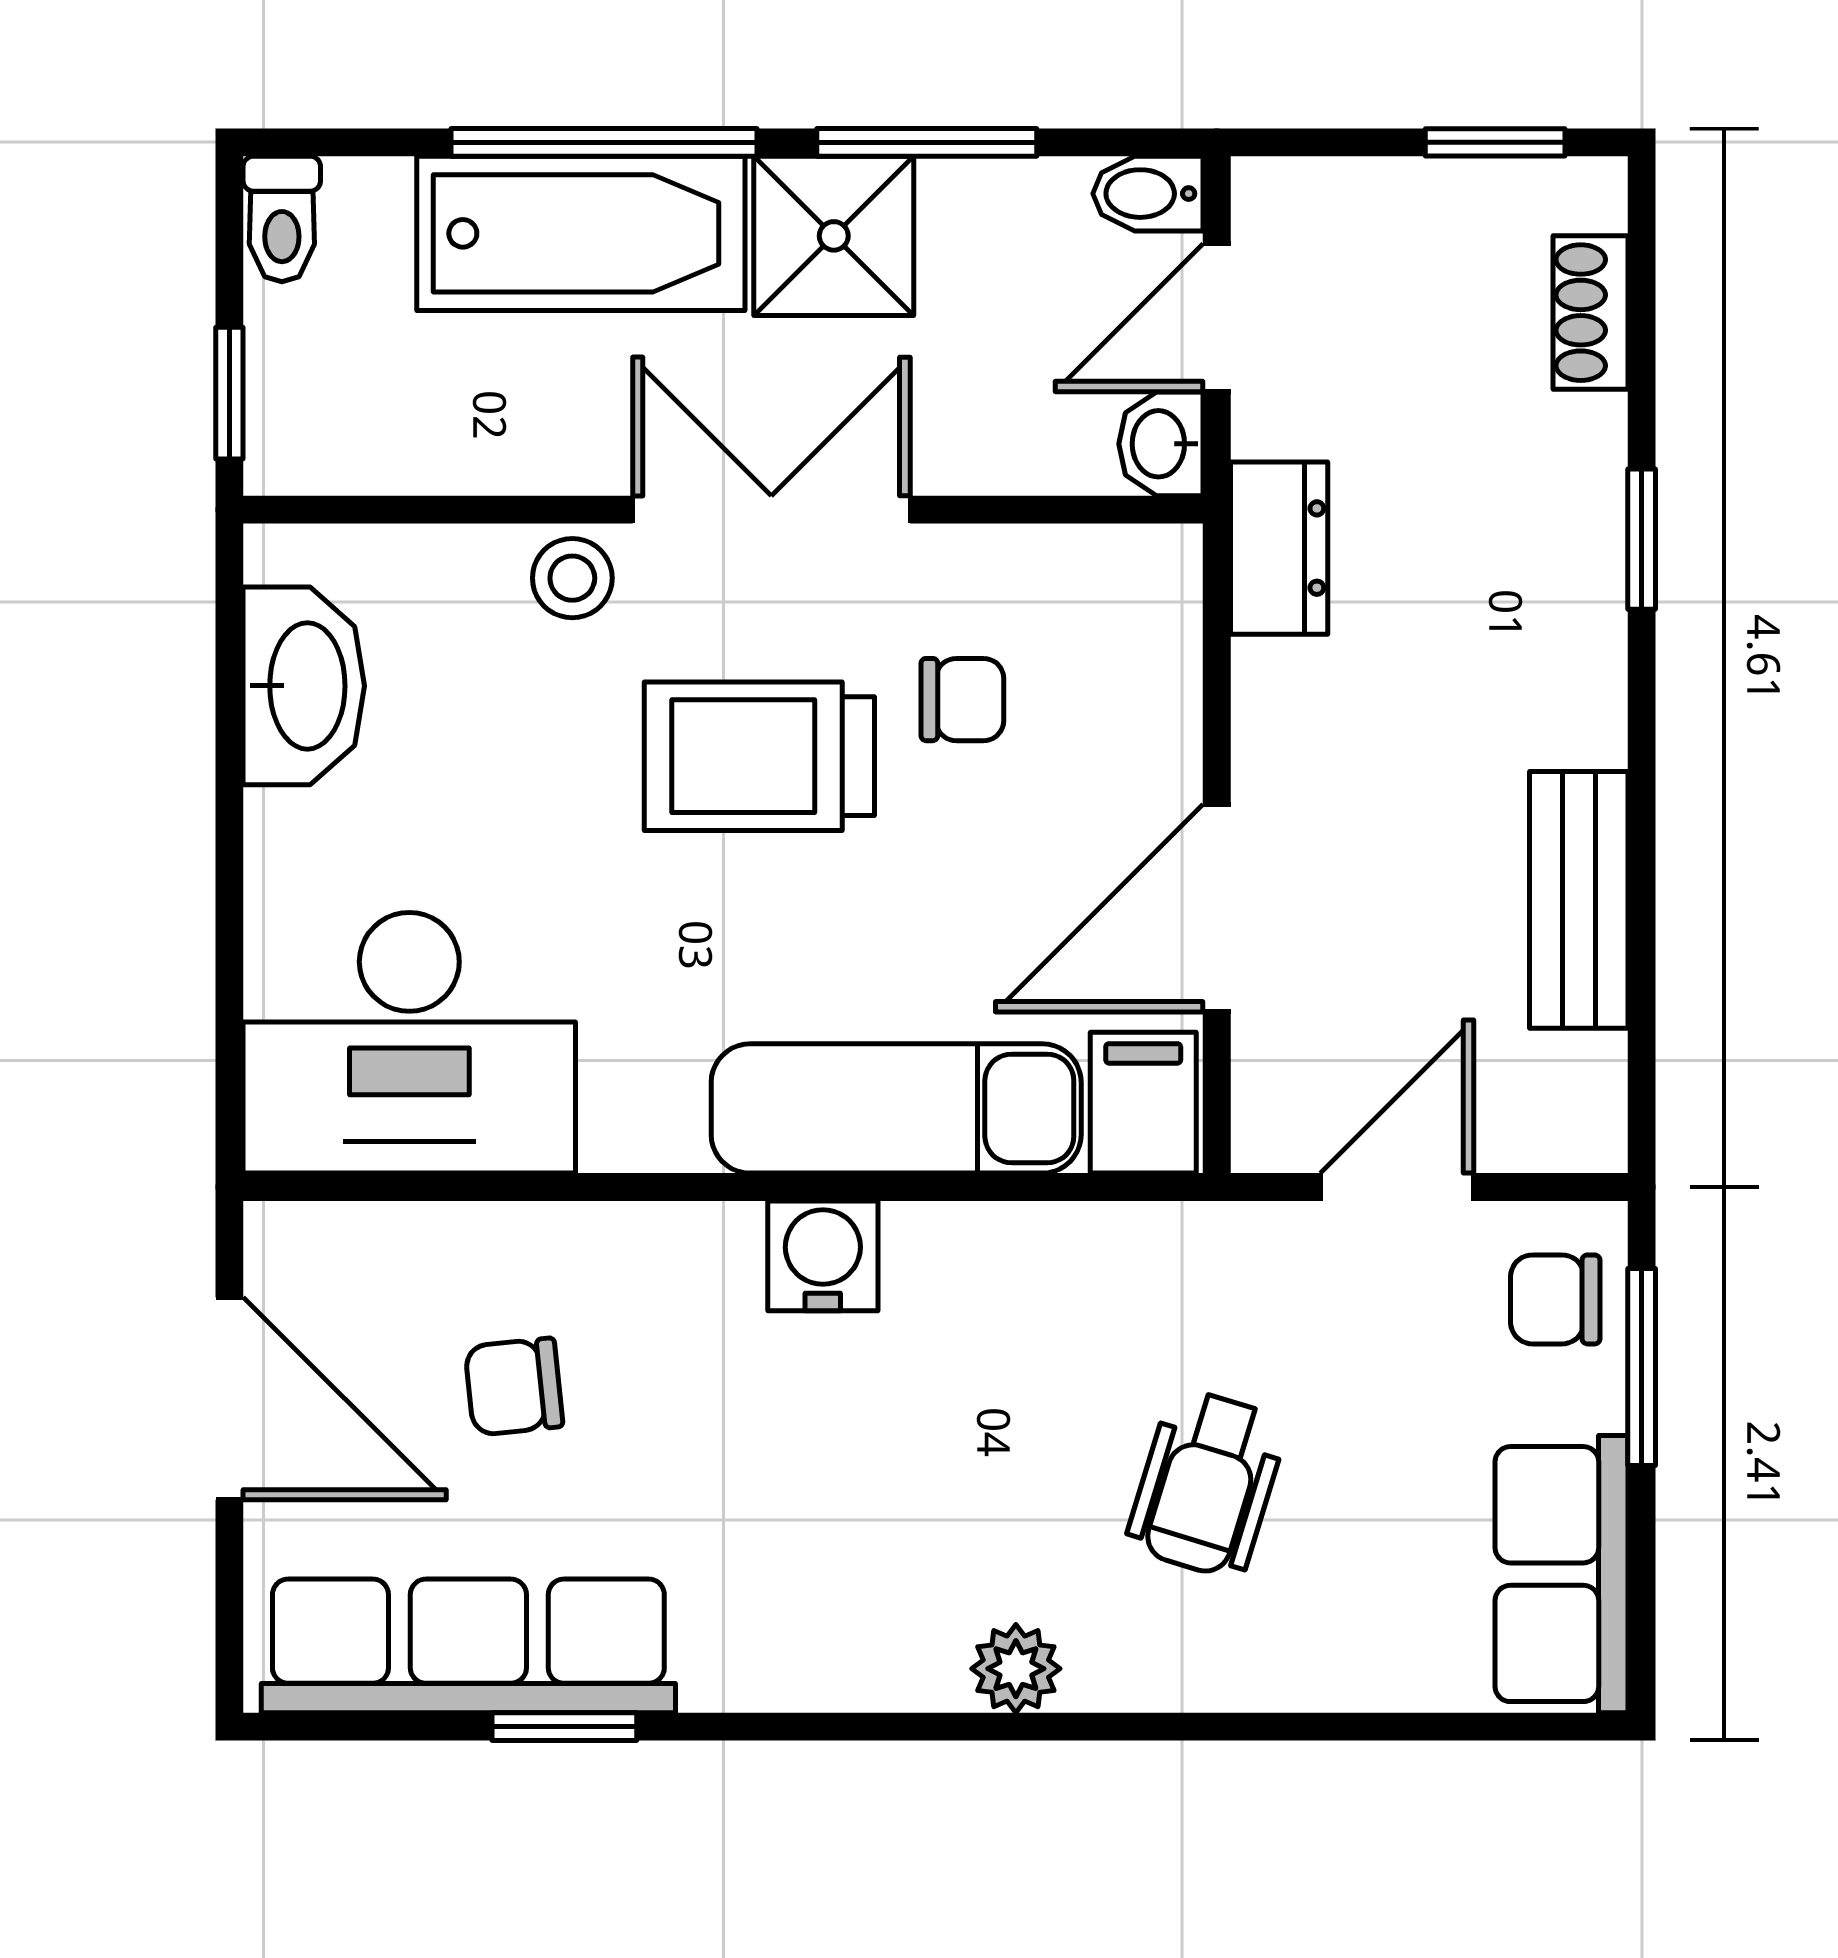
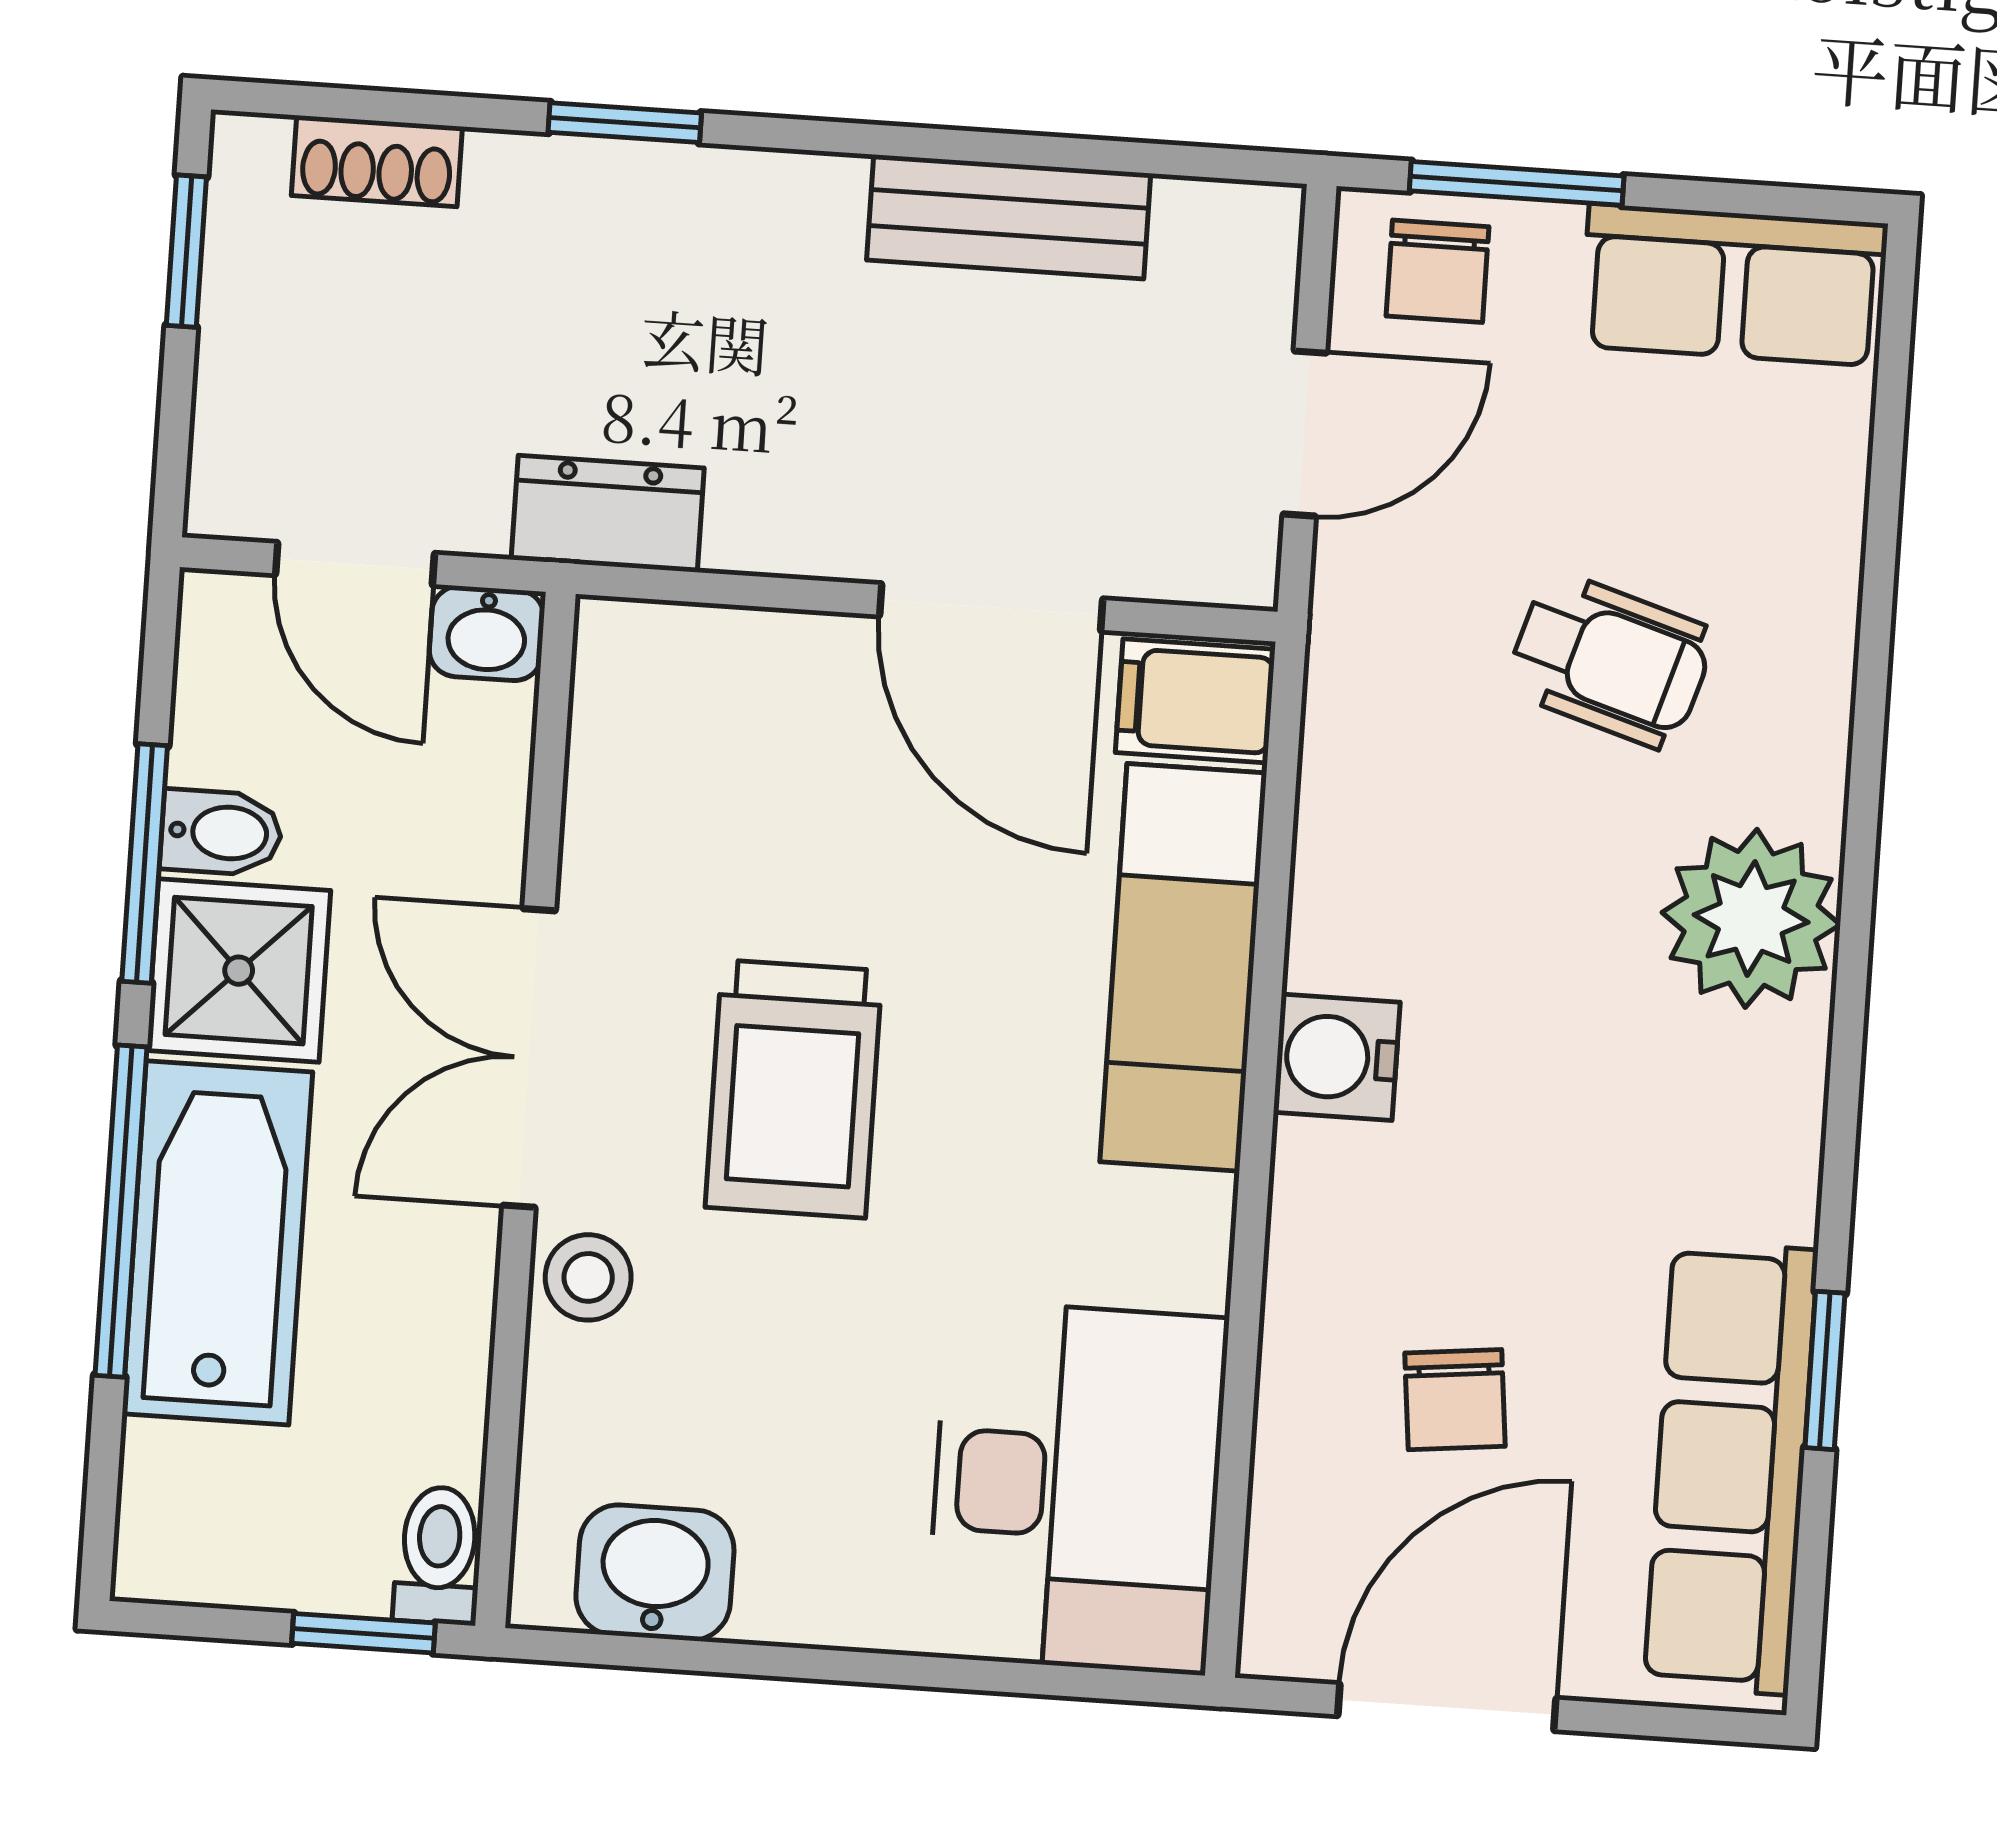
bidet: (1148, 194) -> (221, 832), moved, turned -90
toilet: (282, 219) -> (438, 1555), moved, turned -90
washbasin: (304, 686) -> (655, 1573), width x0.72
chair: (962, 700) -> (748, 866), removed
door: (1397, 1187) -> (1305, 434), swing flipped
plant: (1016, 1669) -> (1751, 918), width x1.88, depth x1.88

